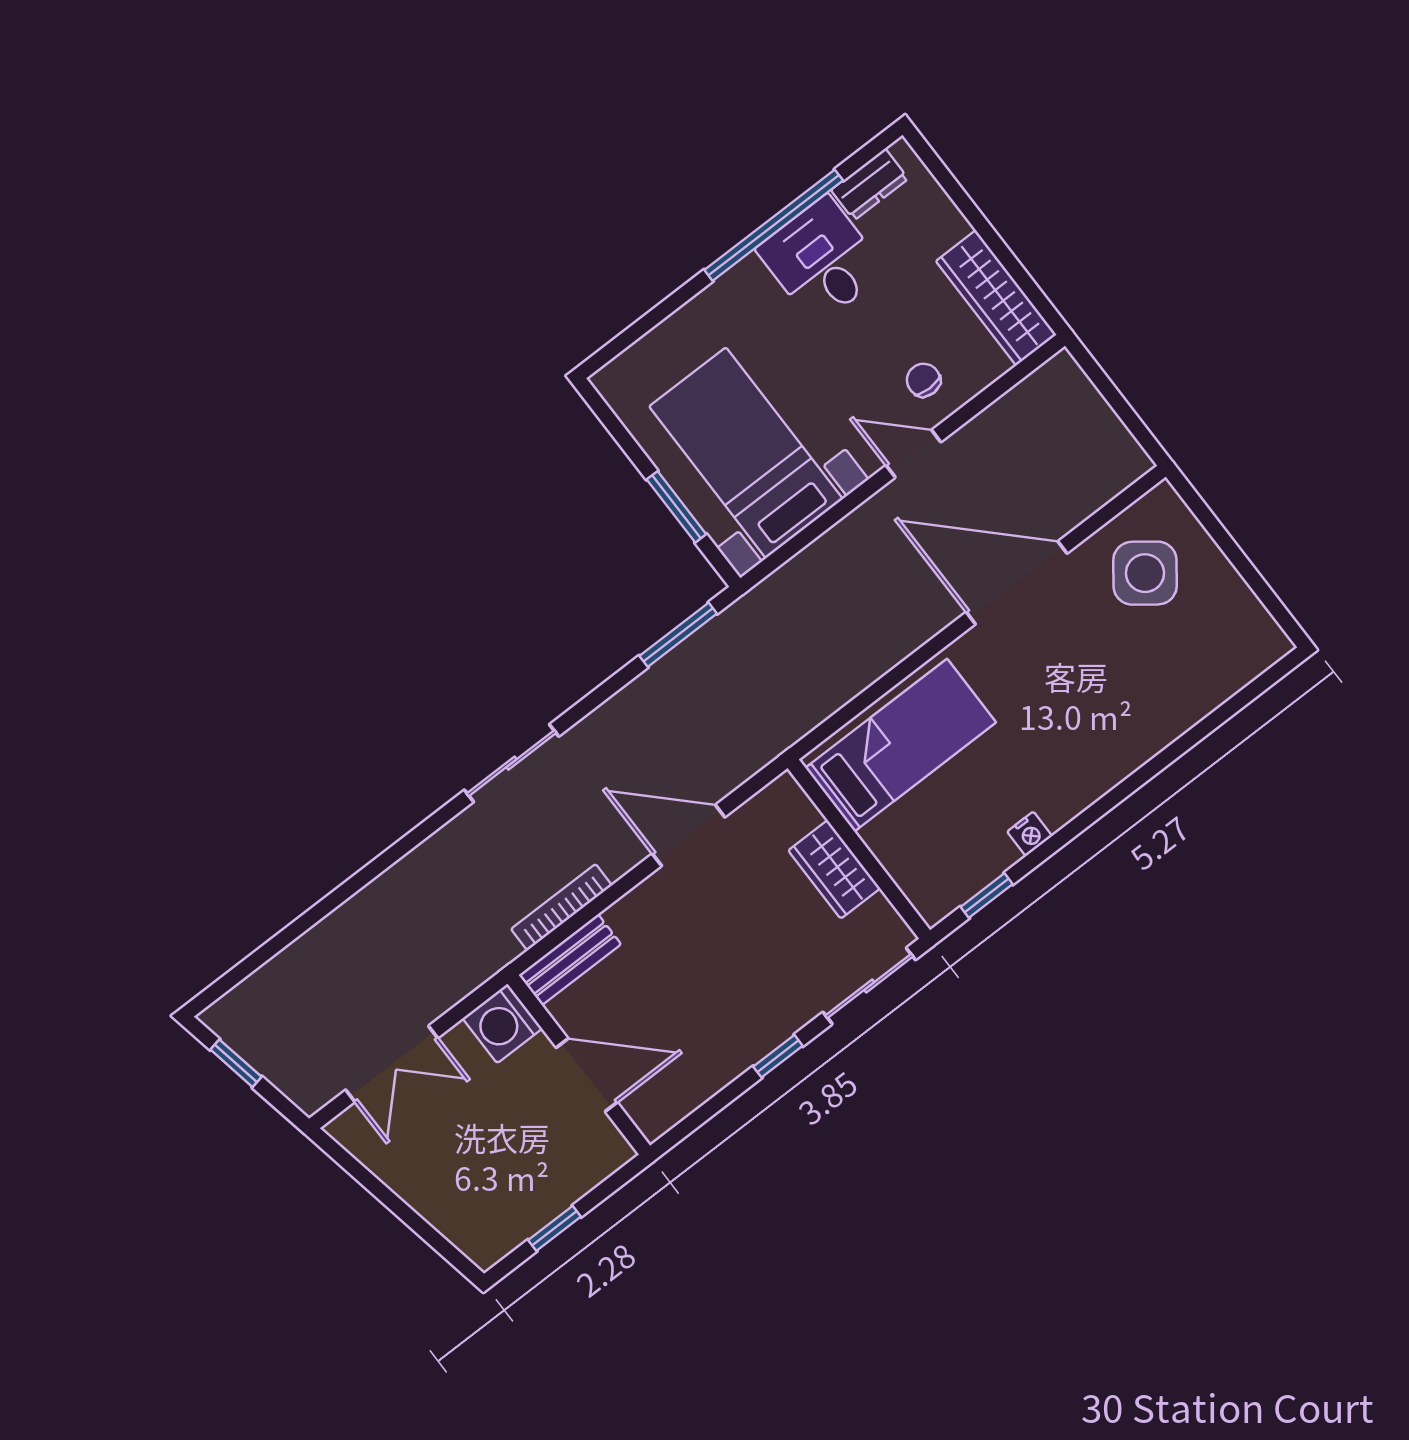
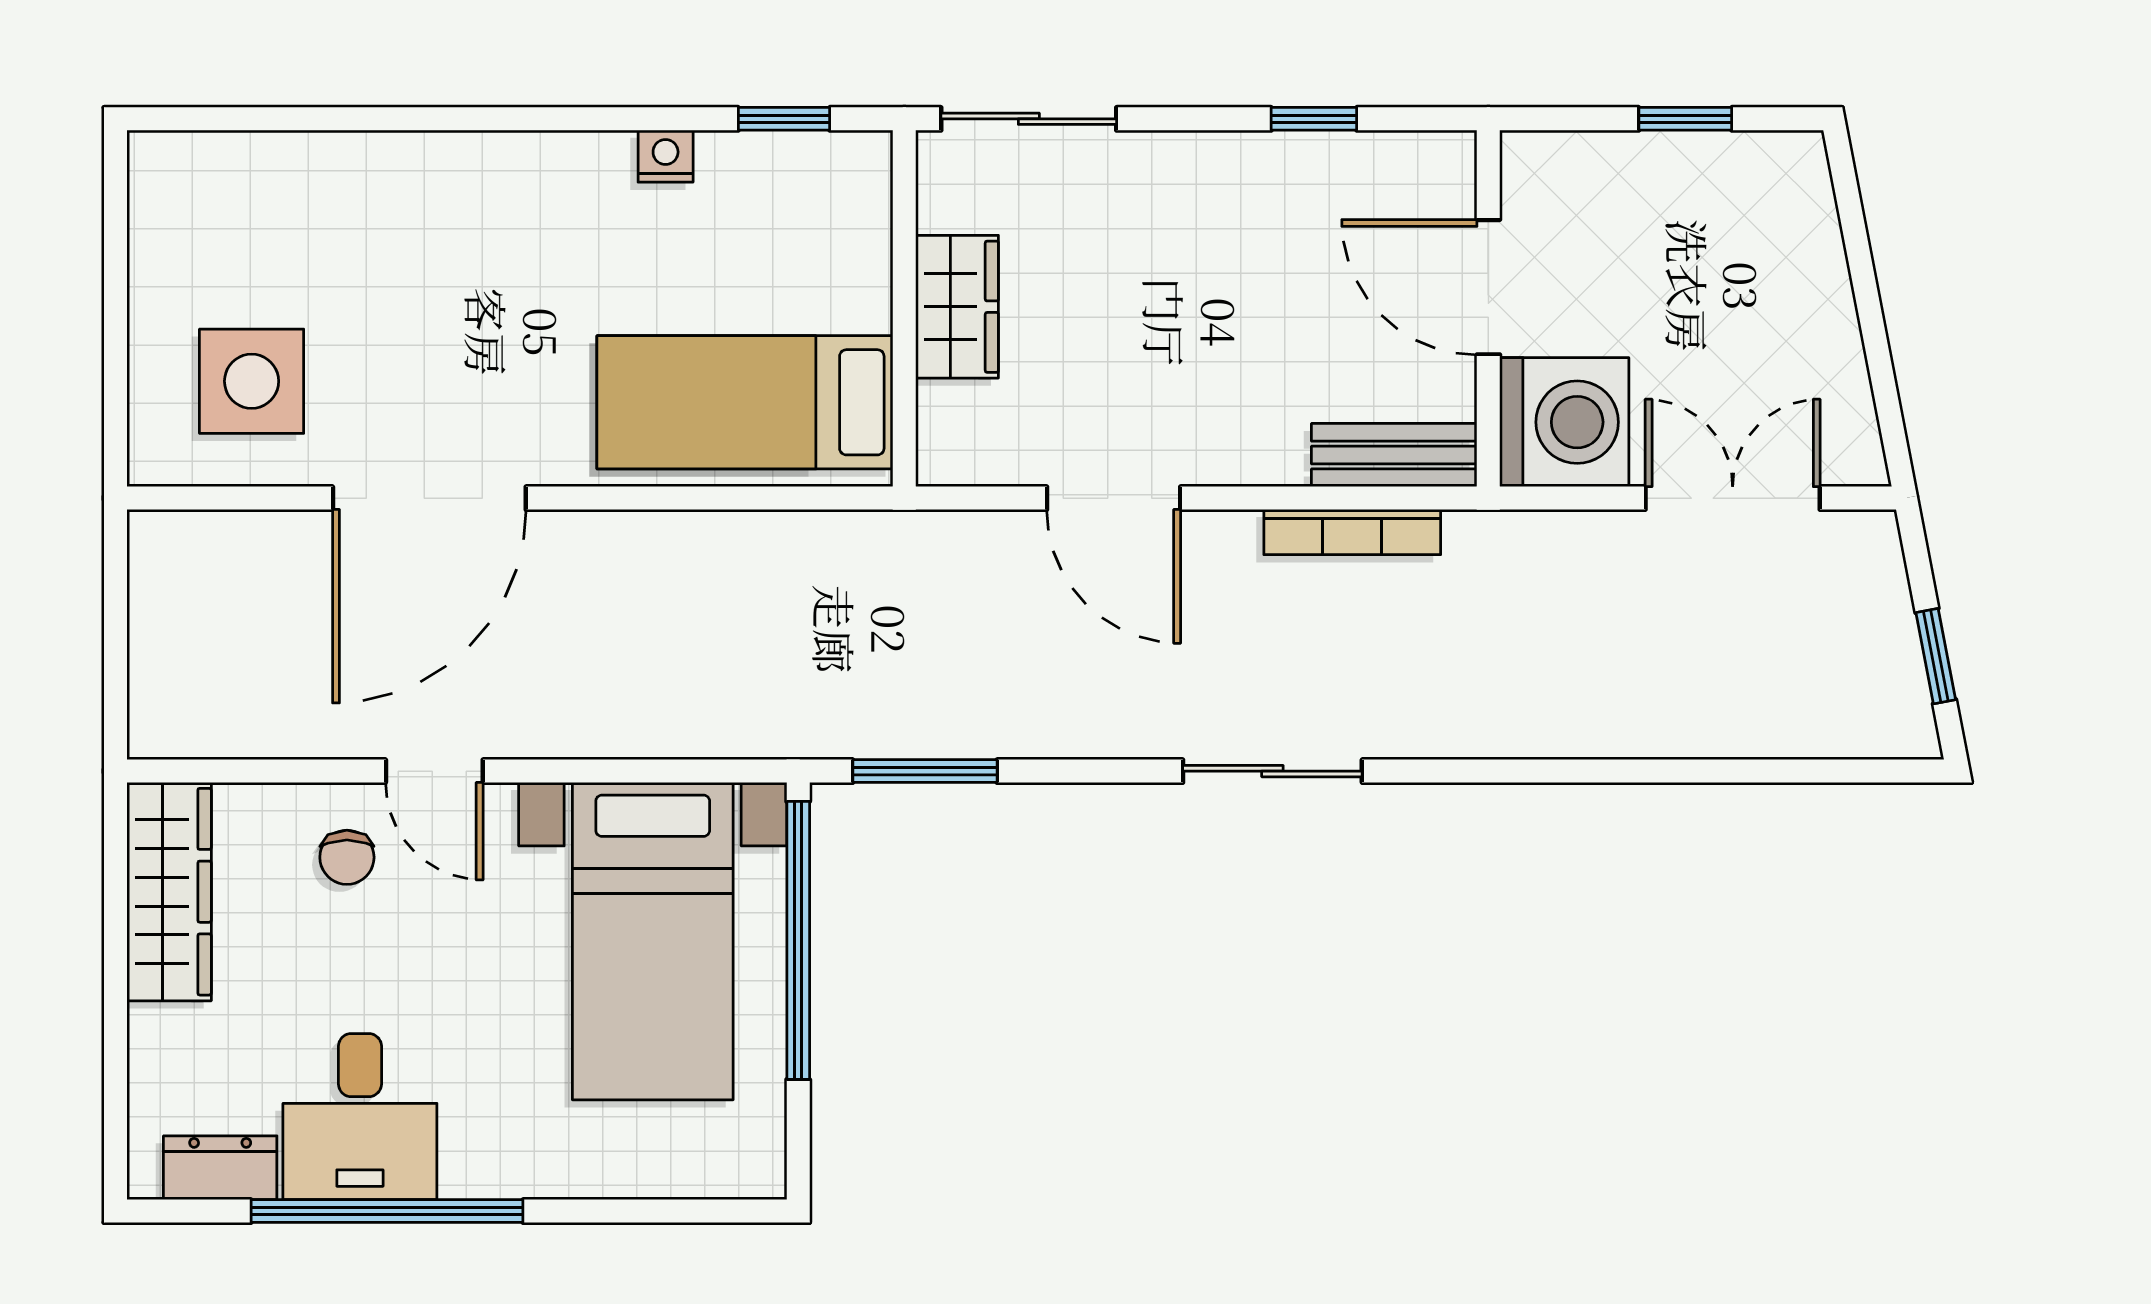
window: (676, 507) -> (798, 940), width x2.11
side table: (1145, 573) -> (252, 381), turned -37
door: (1017, 583) -> (429, 498), hinge flipped
washing machine: (502, 1023) -> (1564, 422), width x1.37, depth x1.37
window: (778, 1056) -> (1314, 119), moved

